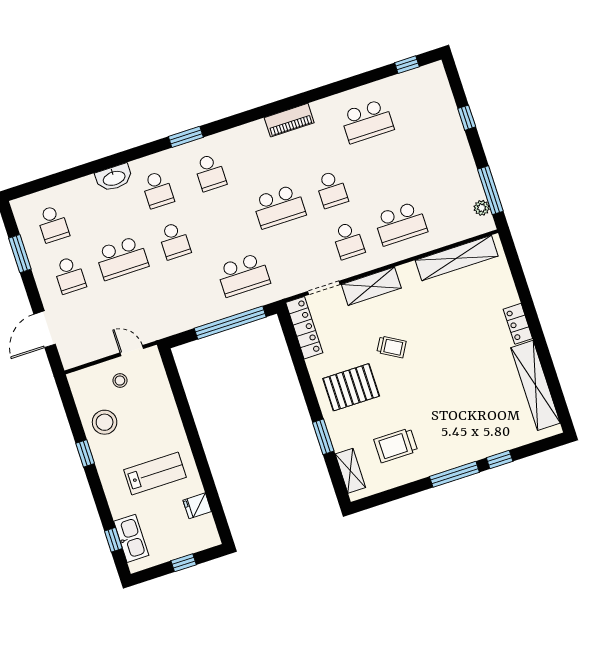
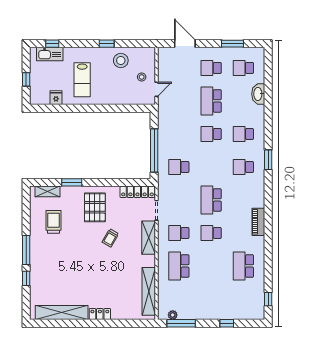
washbasin: (114, 178) -> (258, 94), moved
school desk: (243, 275) -> (179, 167), width x0.54

